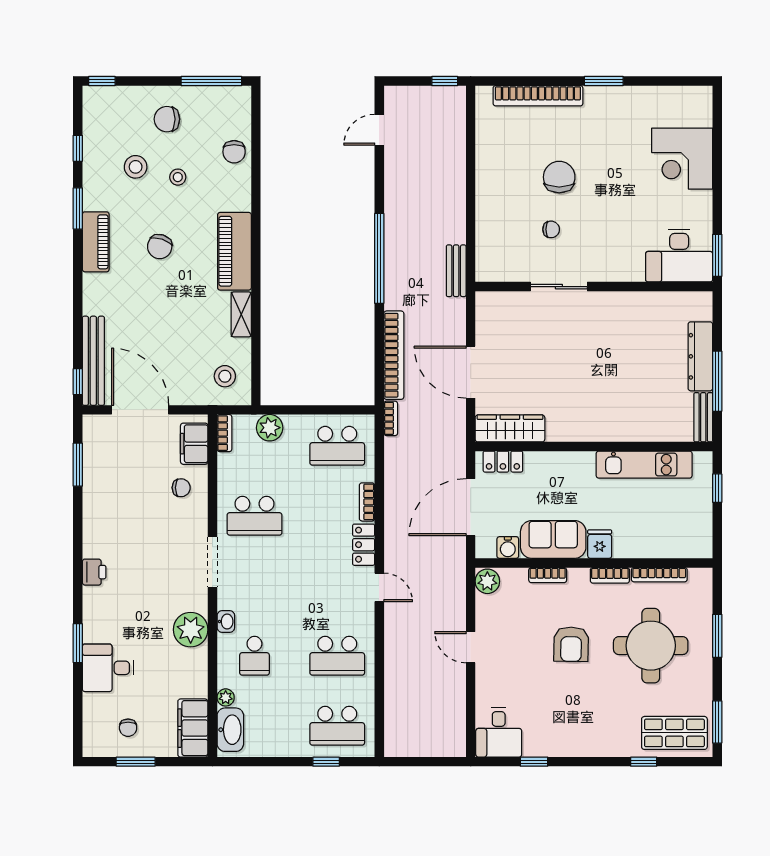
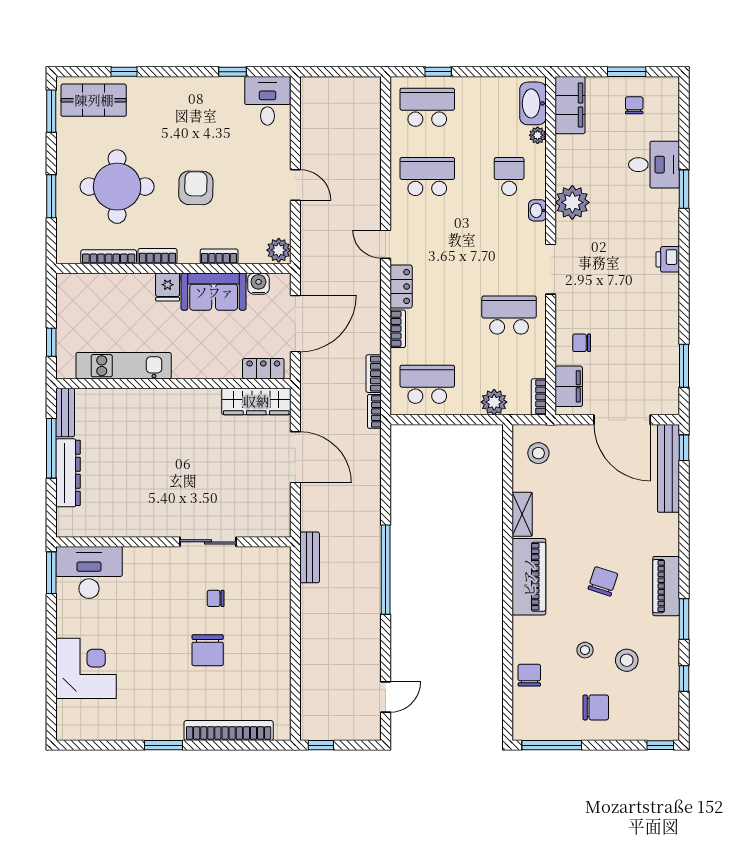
bookcase: (394, 355) -> (374, 374), moved, width x0.43, depth x0.76

